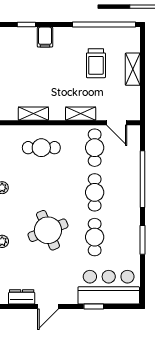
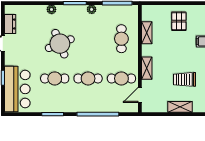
pallet: (18, 71) -> (179, 21), added

